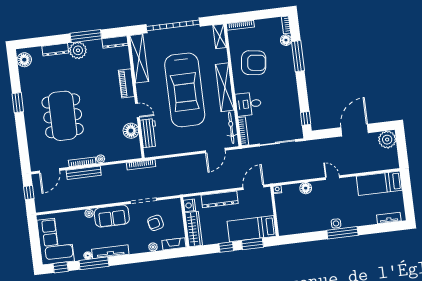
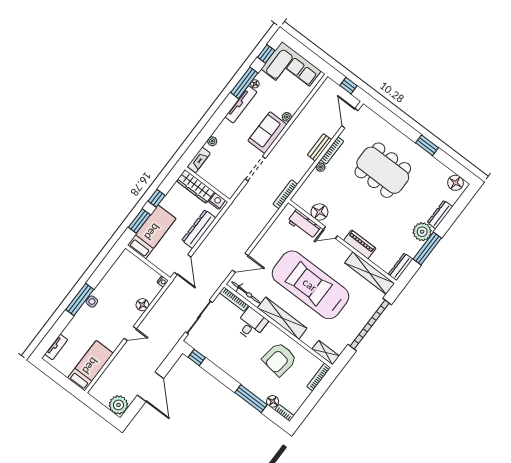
door: (215, 150) -> (240, 263), swing flipped
bench: (84, 173) -> (319, 147), width x0.73
armchair: (156, 223) -> (229, 161), removed

